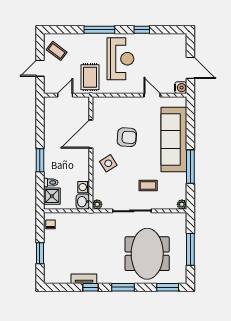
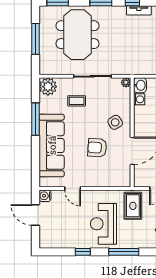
plant: (182, 204) -> (48, 87), width x1.87, depth x1.87

